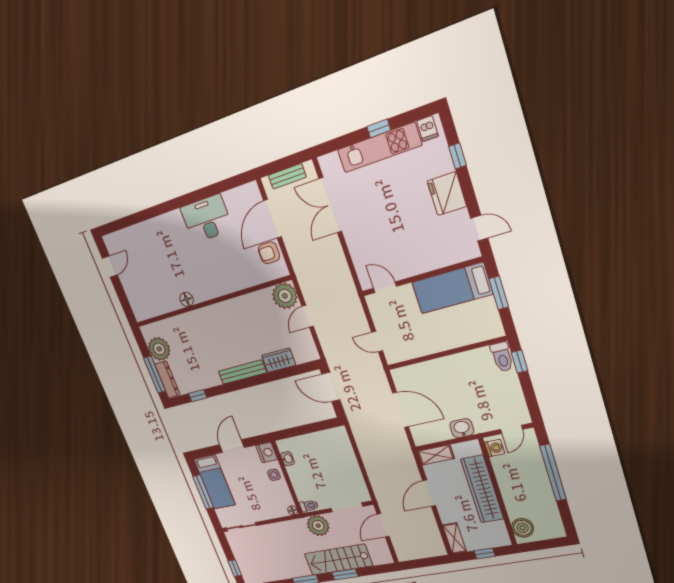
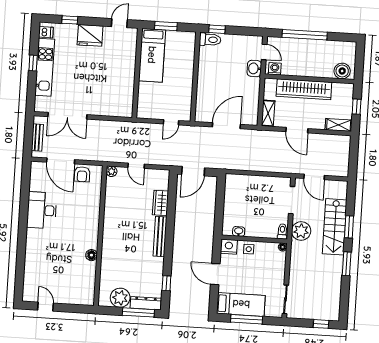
door: (385, 287) -> (135, 101), removed
plant: (285, 296) -> (112, 171), width x0.53, depth x0.53
washbasin: (462, 428) -> (254, 68), moved

